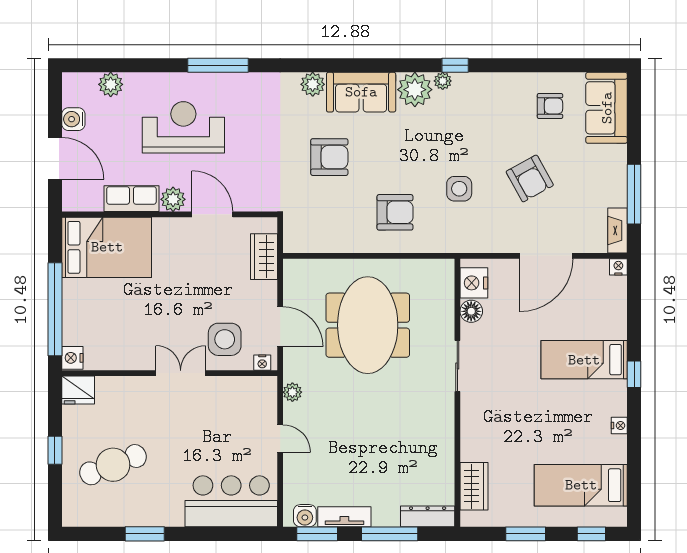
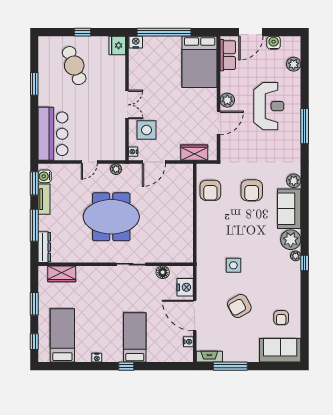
row of seats: (131, 199) -> (228, 55), moved
armchair: (395, 212) -> (210, 190), moved
nightstand: (618, 267) -> (188, 342), moved
nightstand: (474, 283) -> (185, 287), moved, turned 90
meeting table: (368, 325) -> (111, 217), moved

